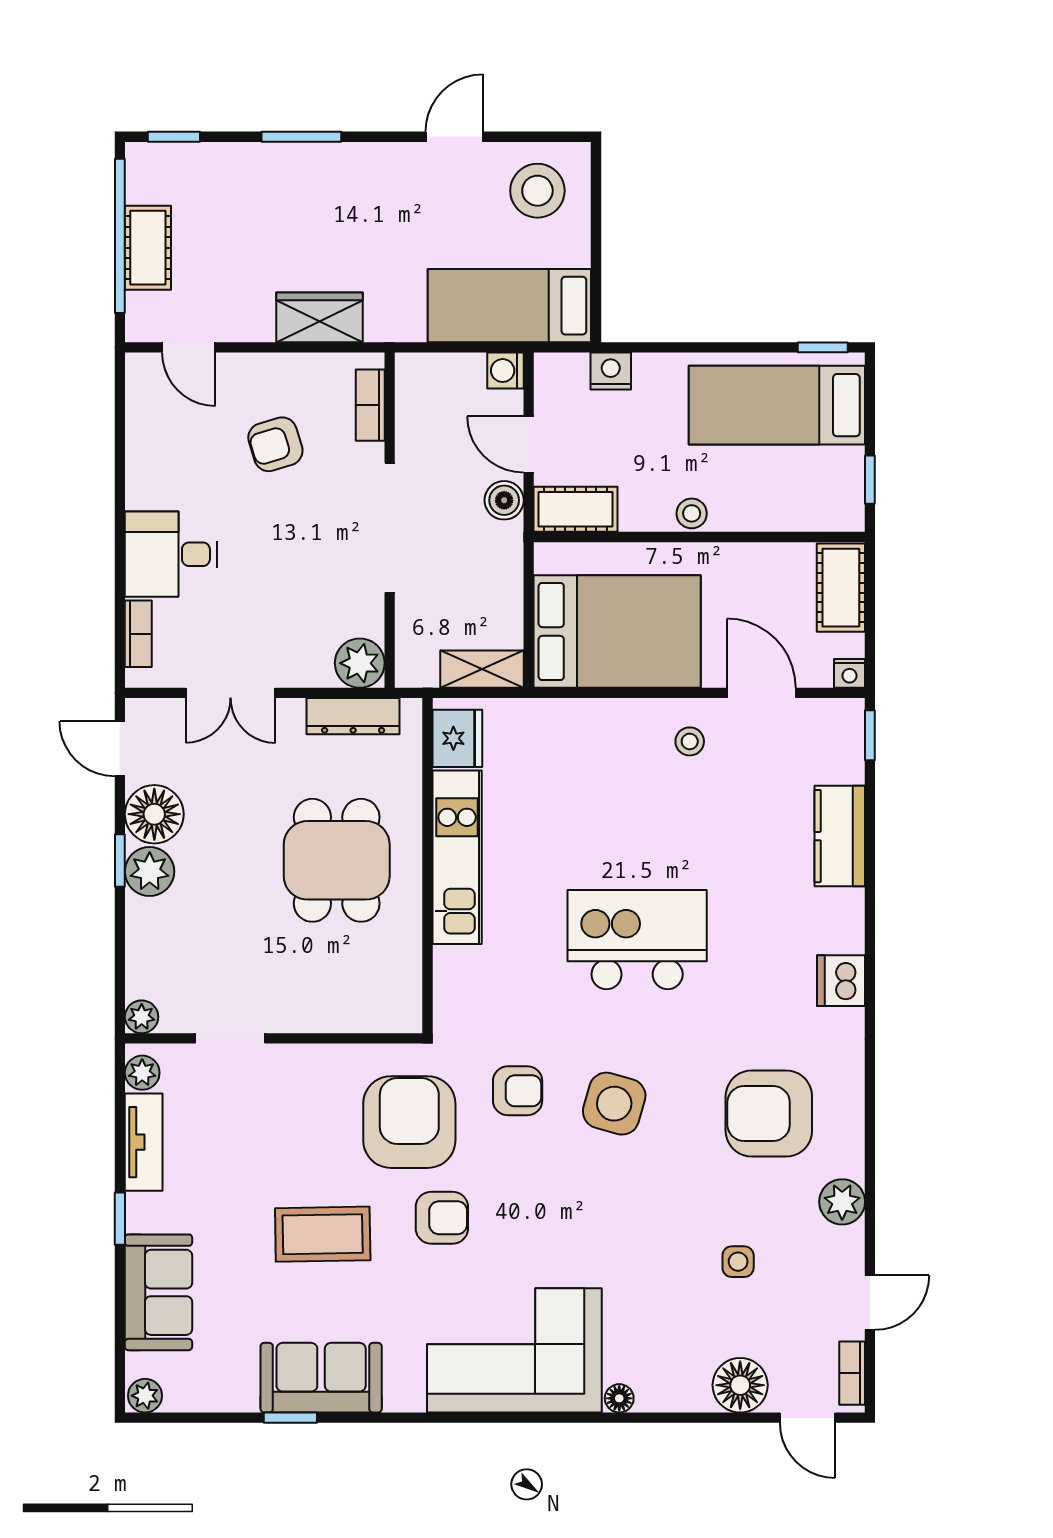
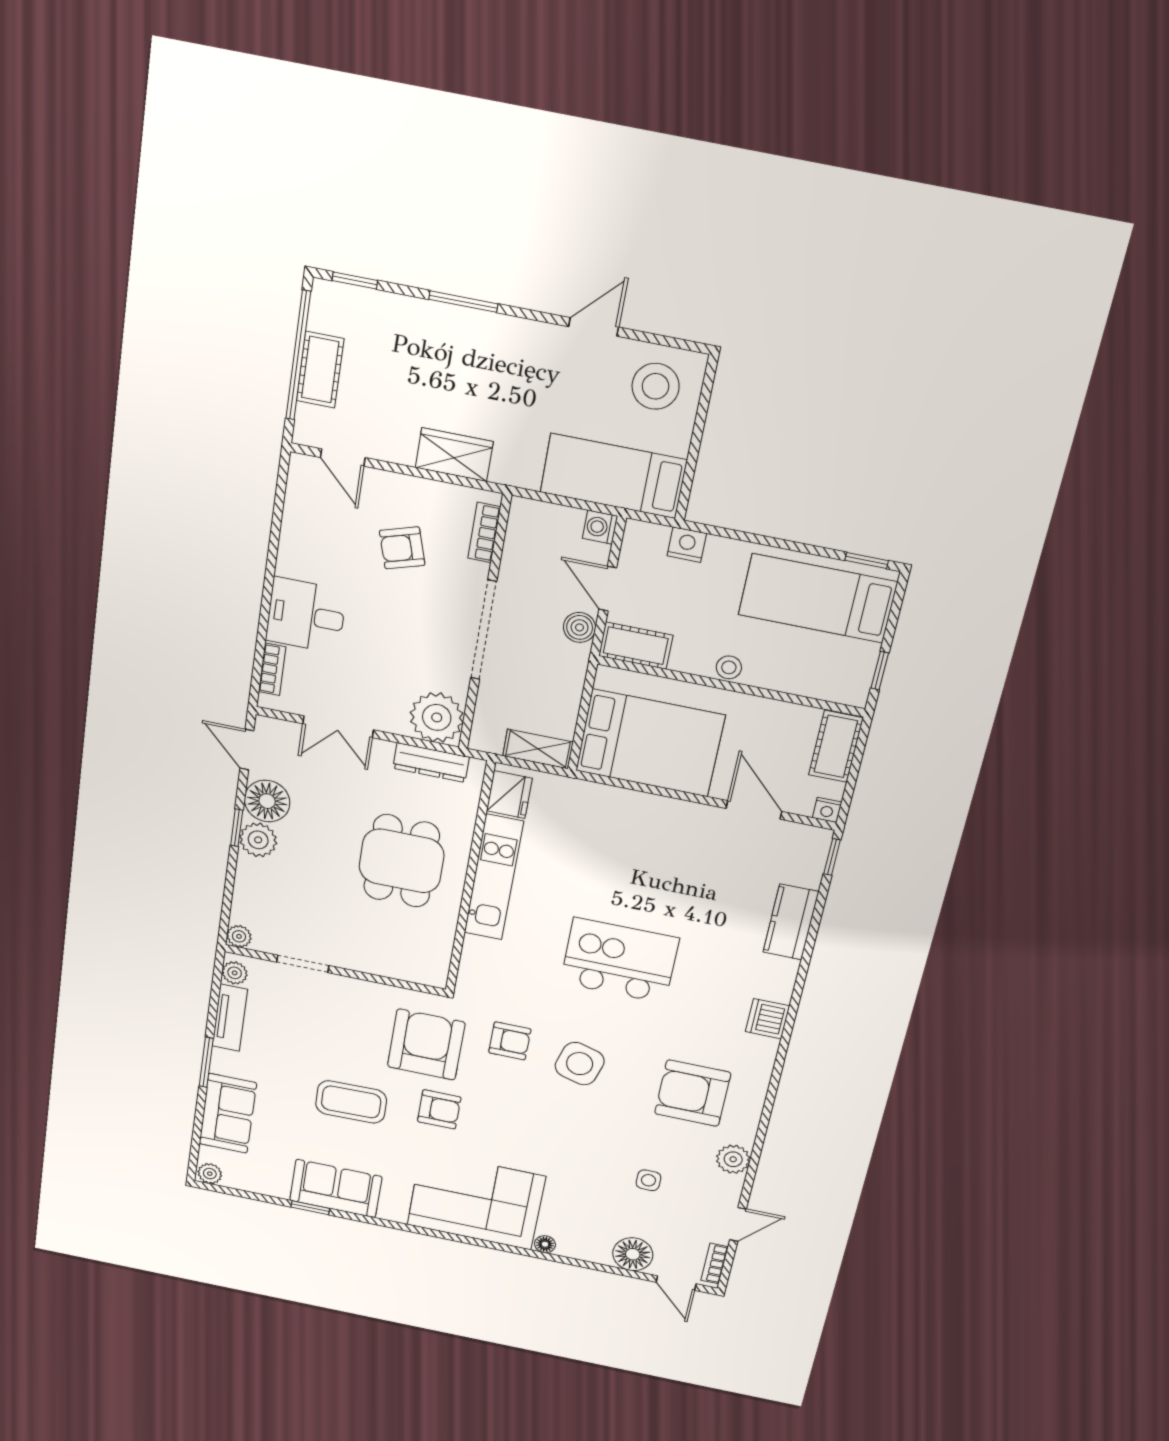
plant: (360, 663) -> (437, 717), width x1.36, depth x1.36
stool: (690, 741) -> (690, 833), removed
window: (120, 1219) -> (206, 1062), width x1.50

